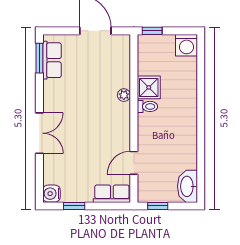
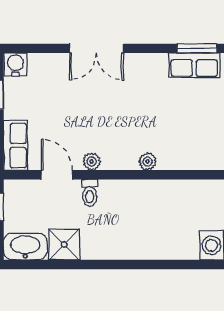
shower: (149, 87) -> (64, 245), moved
toilet: (147, 106) -> (90, 193), moved
plant: (124, 137) -> (92, 161), added

